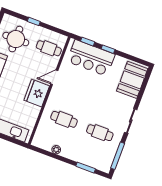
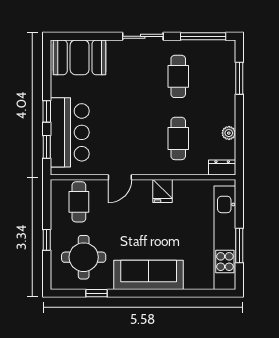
door: (54, 77) -> (120, 177), hinge flipped
fridge: (37, 93) -> (162, 191), width x0.53, depth x0.75
dresser: (38, 138) -> (222, 167), added

